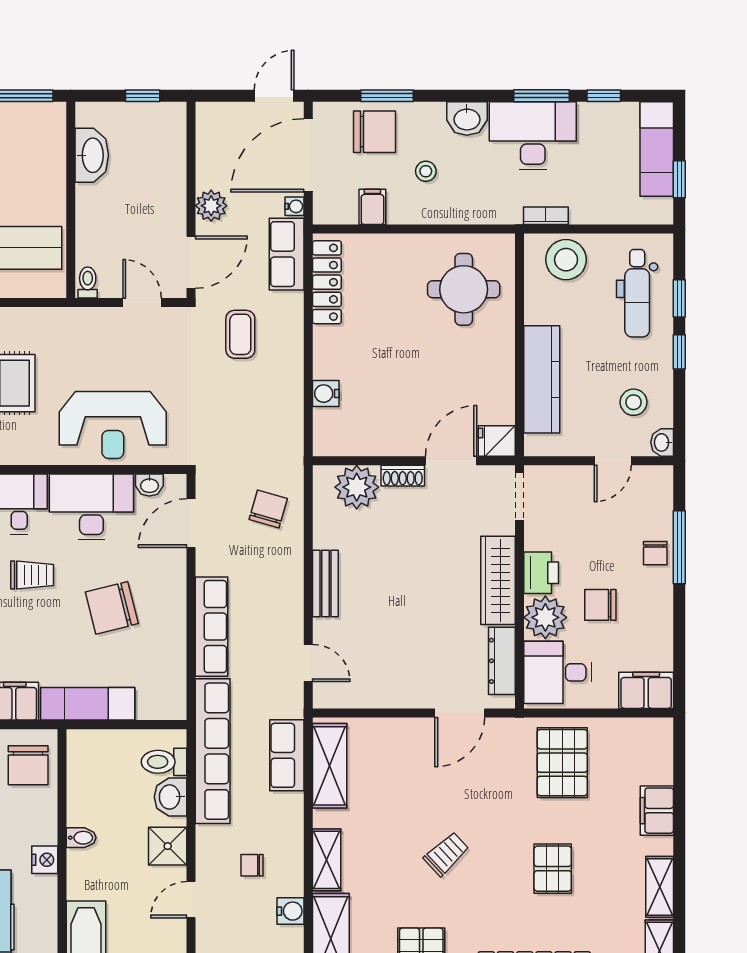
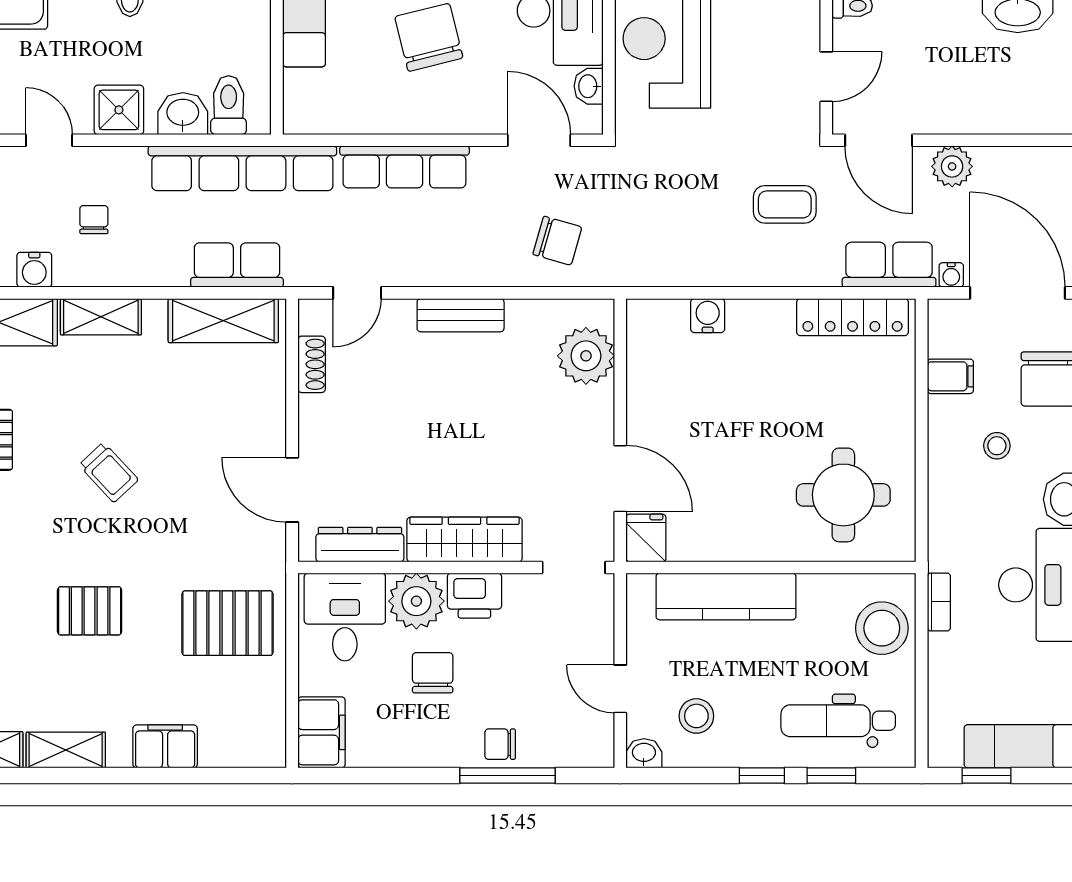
shoe rack: (403, 476) -> (312, 364), moved, turned 180

